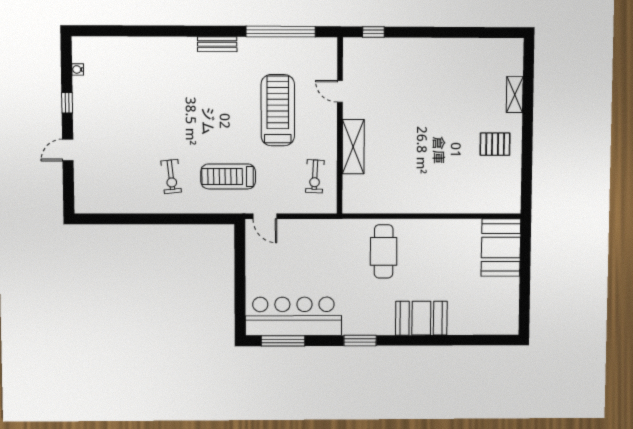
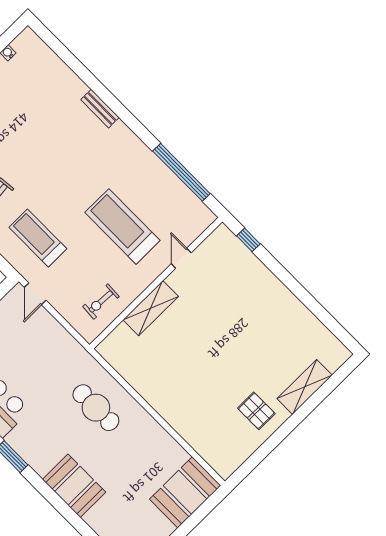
bench: (217, 44) -> (100, 109), moved
shelving: (515, 95) -> (305, 387), width x1.50, depth x1.33
treadmill: (278, 110) -> (122, 226), turned -90
cafe table: (384, 251) -> (96, 408), turned 90

